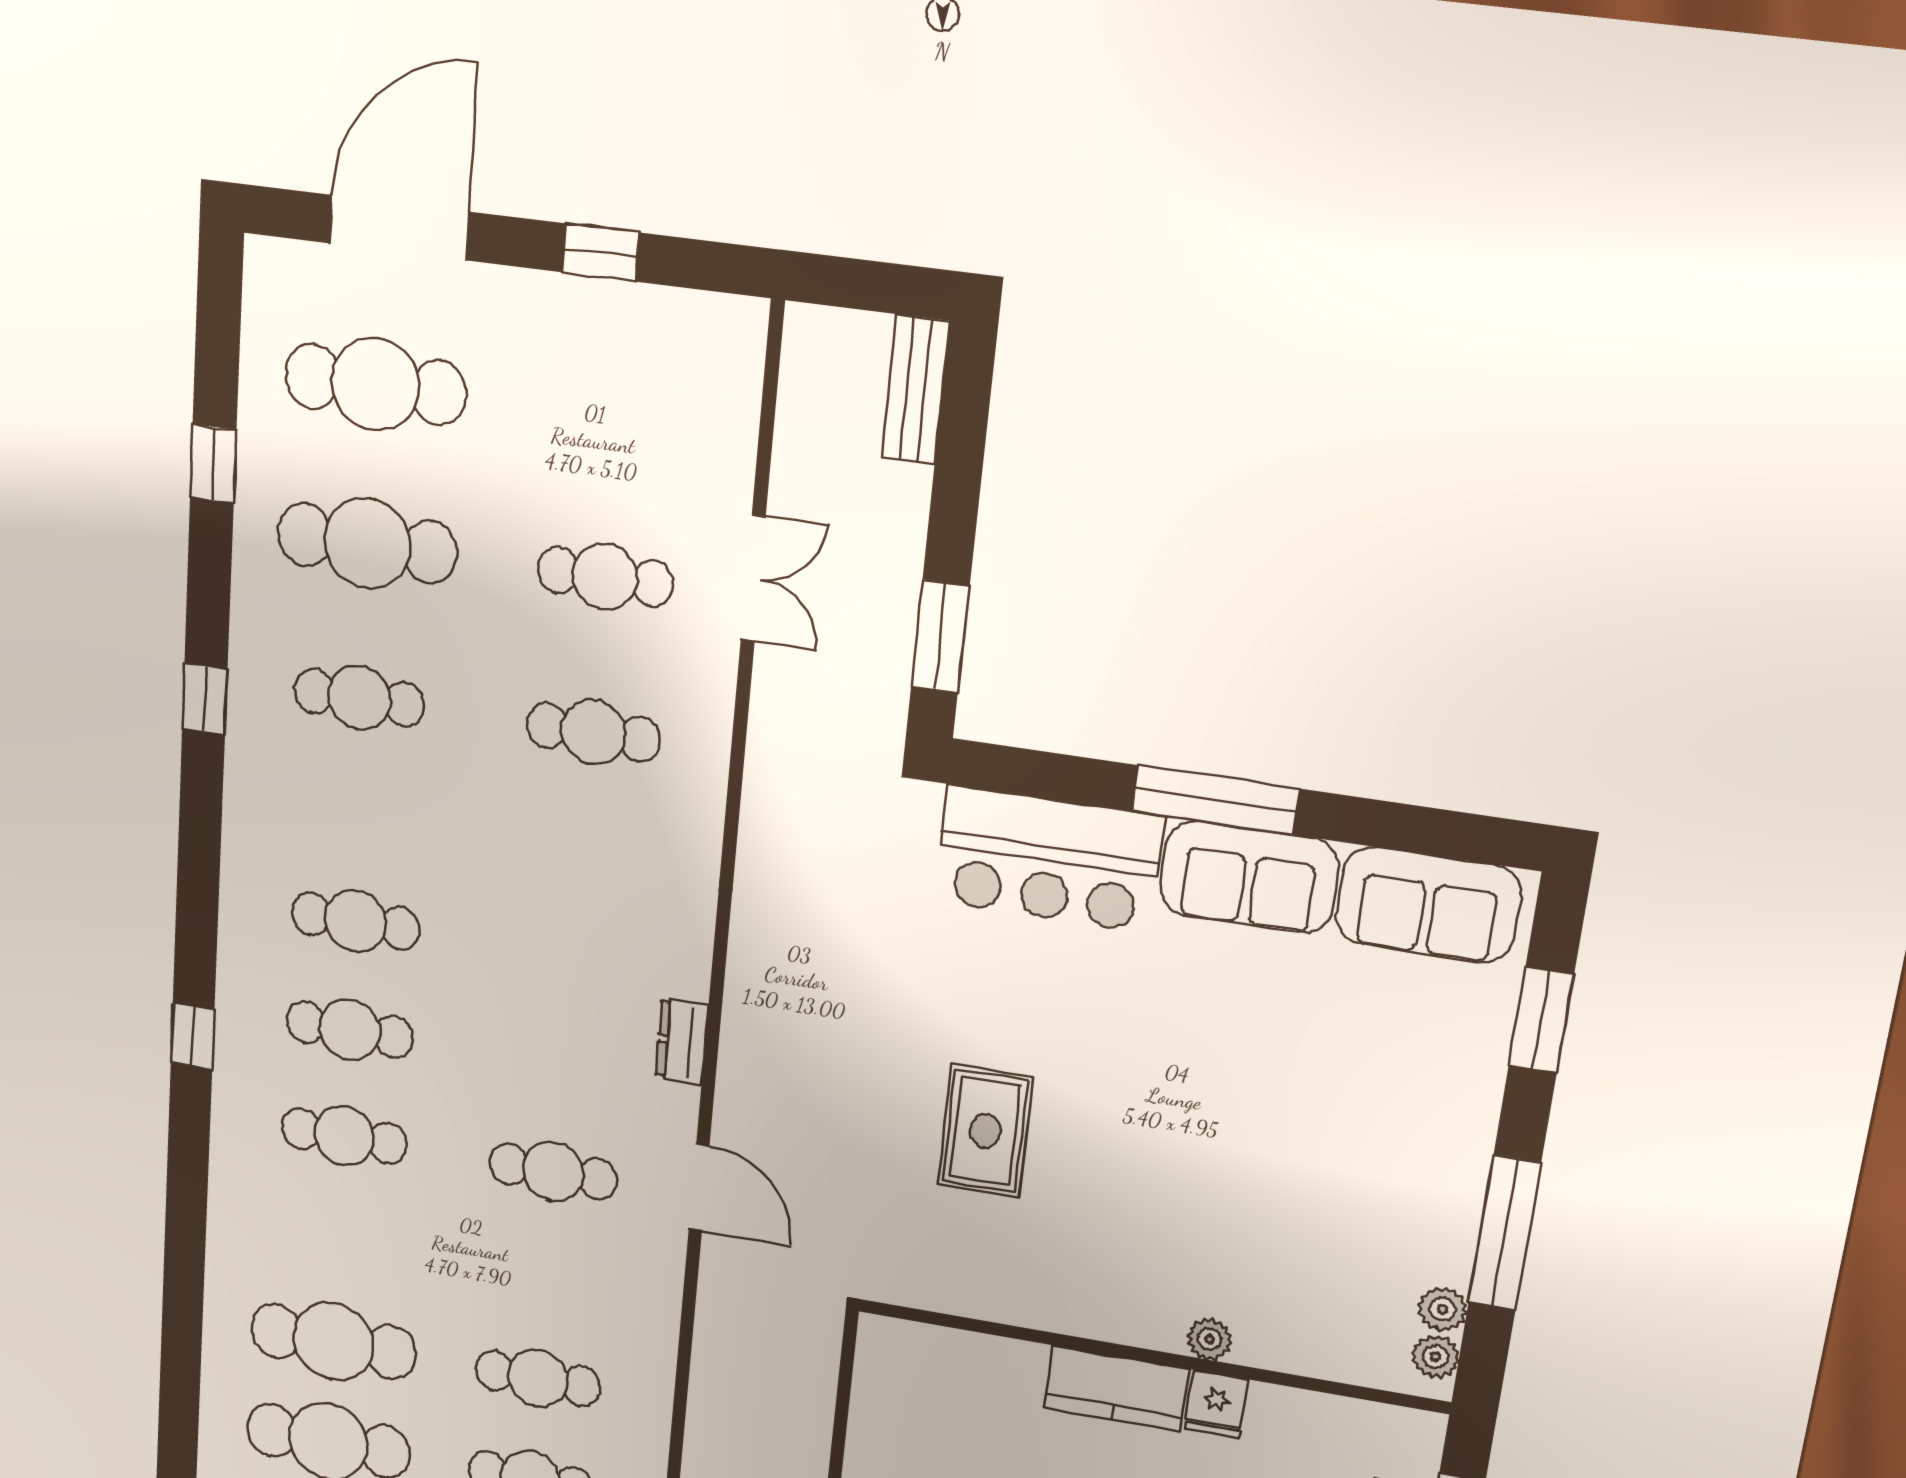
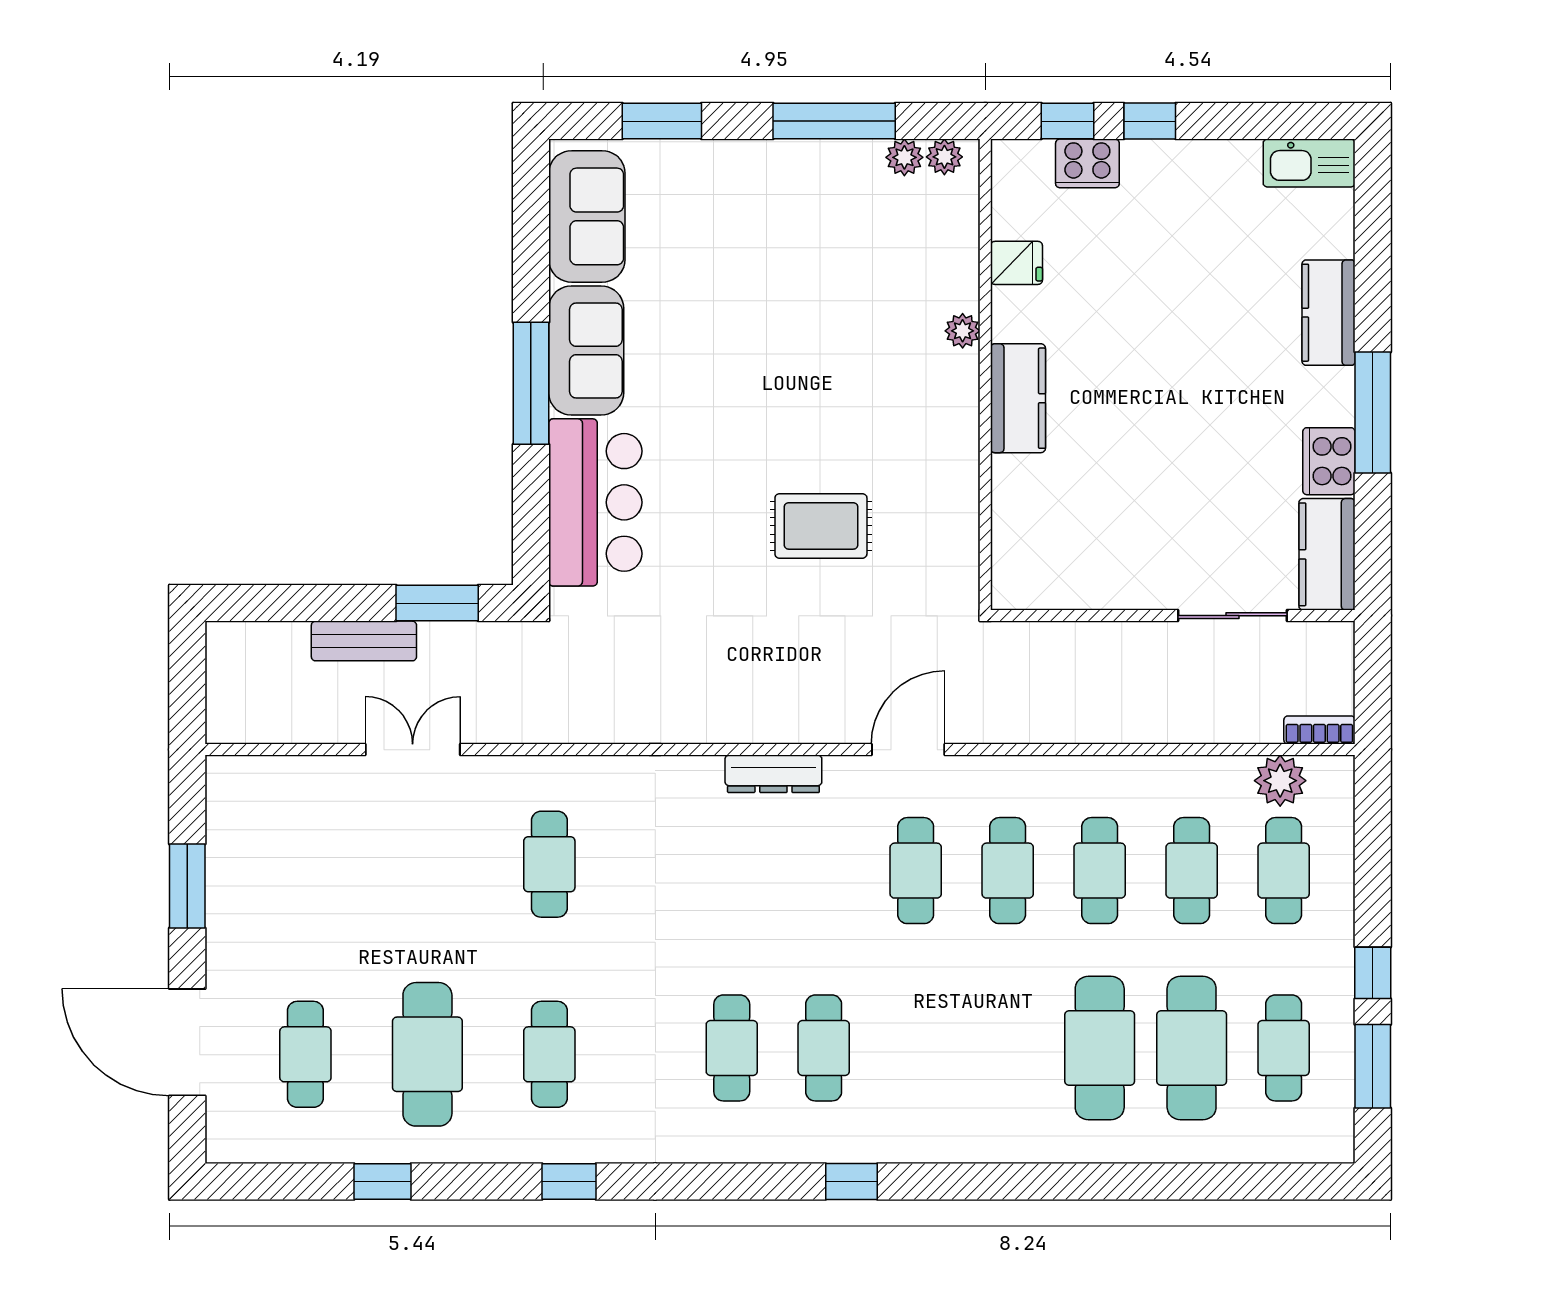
window: (601, 253) -> (187, 886), width x1.50
cafe table: (375, 384) -> (305, 1054), width x0.73, depth x0.74
bench: (915, 390) -> (364, 641), moved
cafe table: (605, 577) -> (427, 864), removed
dresser: (682, 1042) -> (773, 774), width x1.44
cafe table: (344, 1136) -> (1008, 871), moved
fridge: (1216, 1404) -> (1016, 263), moved

